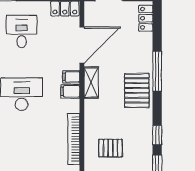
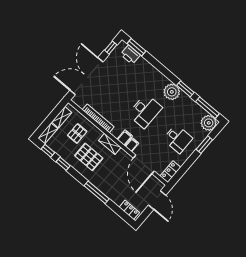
shelving: (91, 83) -> (110, 144), moved
pallet: (137, 90) -> (89, 157), moved

